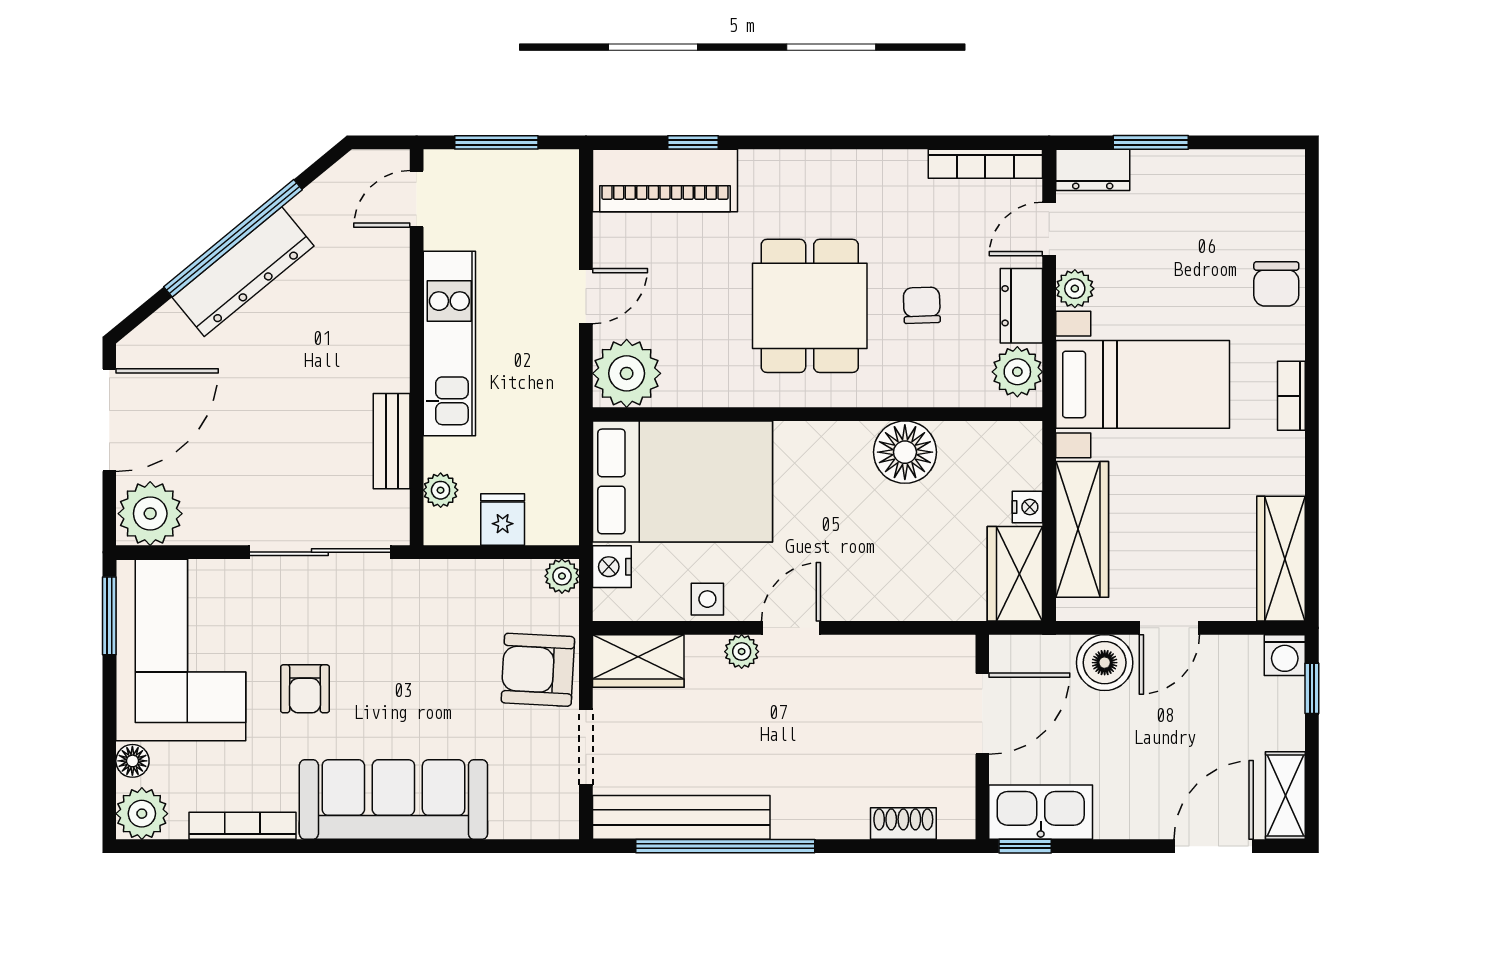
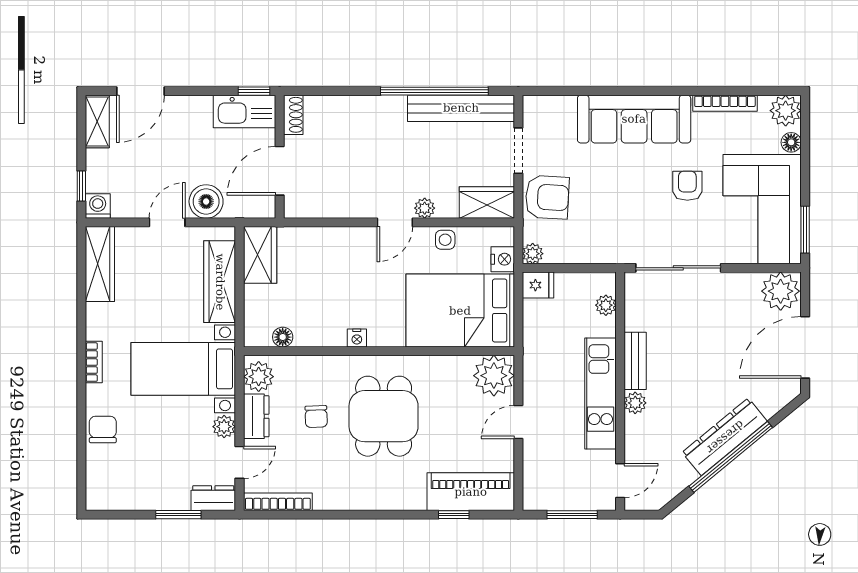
plant: (392, 328) -> (635, 403), added
bench: (392, 441) -> (635, 361), moved
floor lamp: (905, 452) -> (283, 337), moved, width x0.53, depth x0.53
nightstand: (1027, 507) -> (357, 338), moved, turned -90
fridge: (503, 519) -> (538, 285), moved, turned -90
shoe rack: (903, 824) -> (293, 115), moved, turned -90

